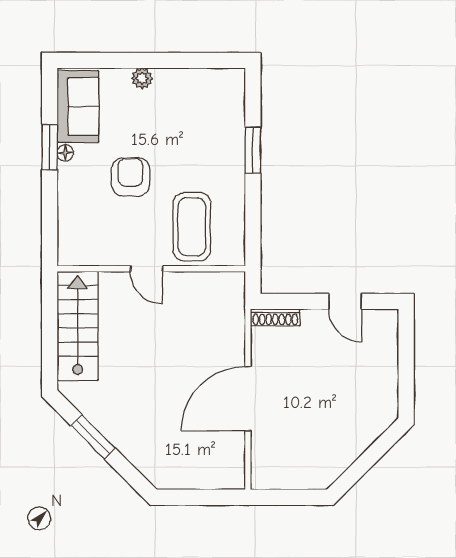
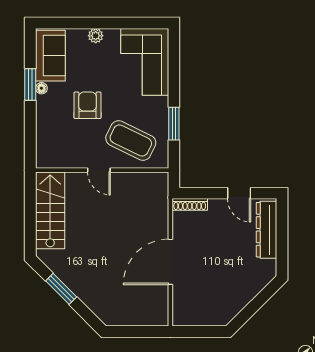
corner sofa: (212, 115) -> (145, 62), added
window: (253, 150) -> (174, 124), moved
coffee table: (192, 227) -> (131, 140), turned -64
dresser: (384, 353) -> (267, 230), added

